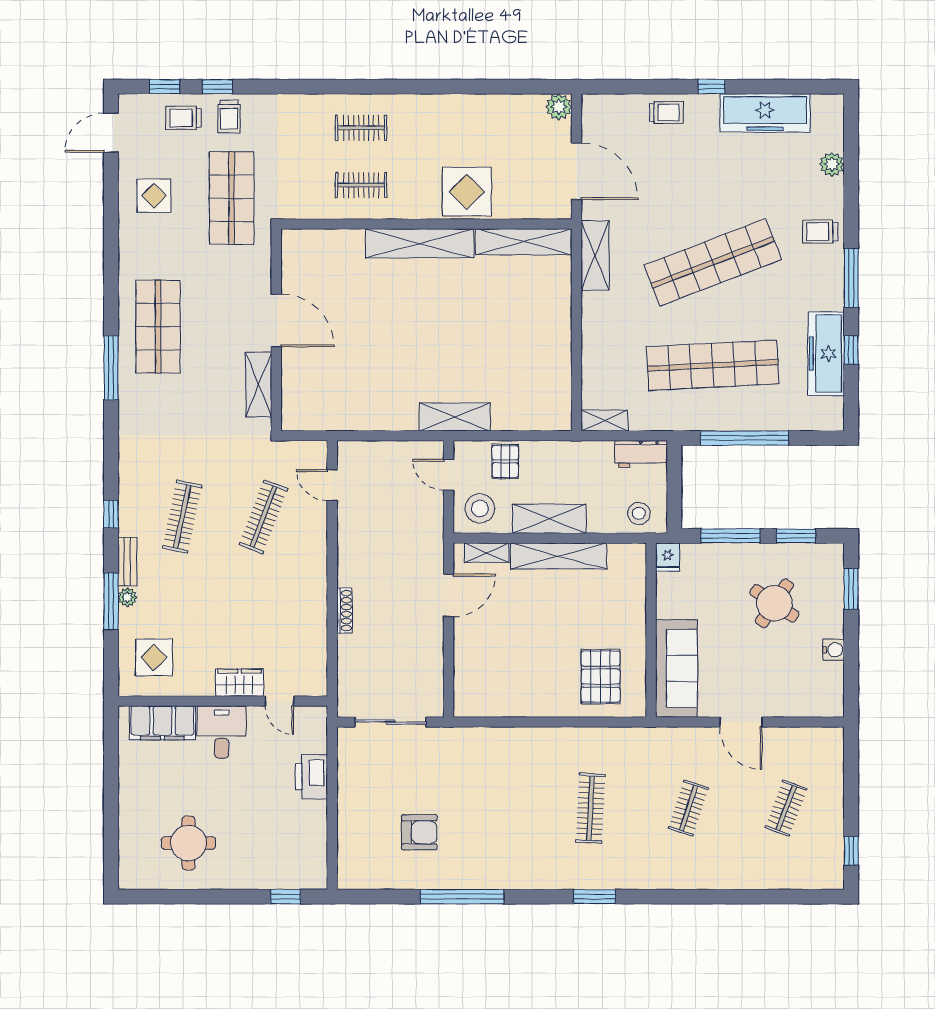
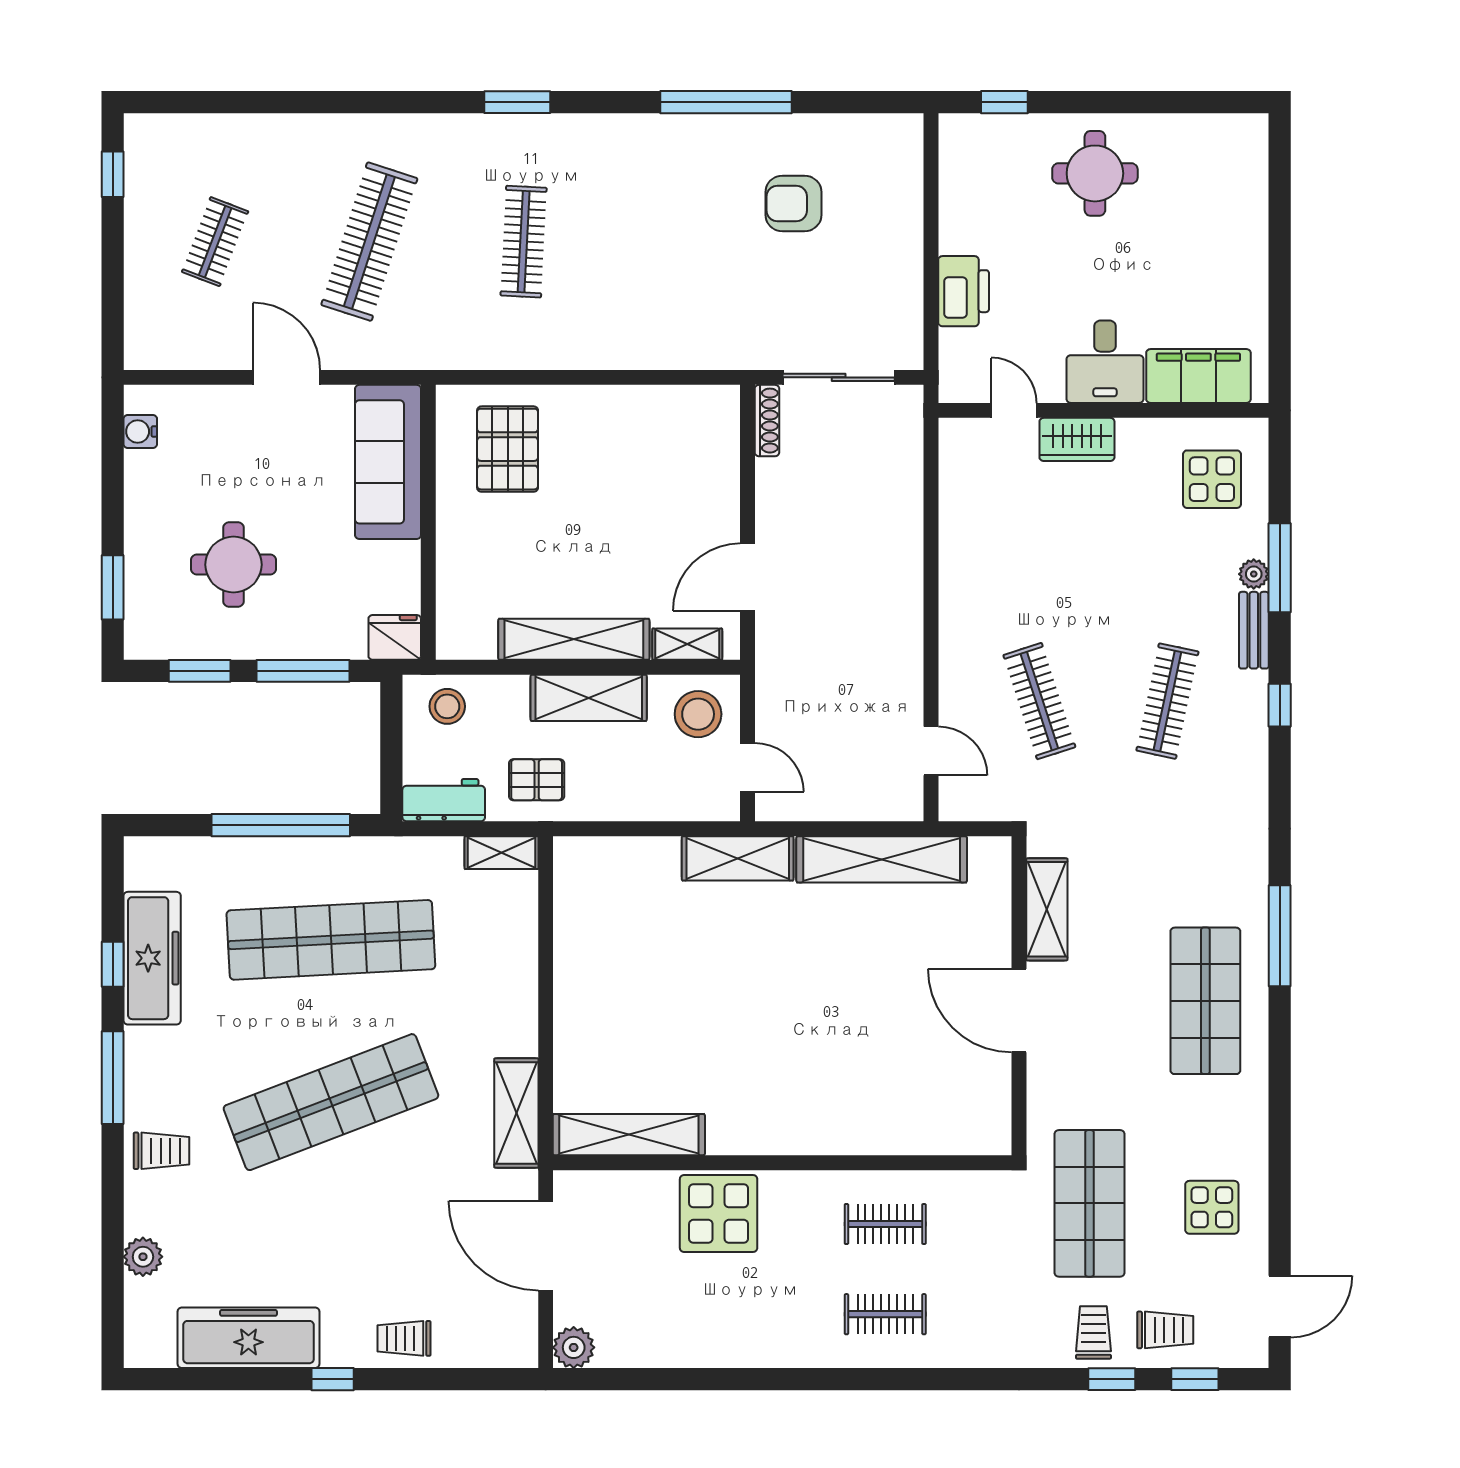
shelving: (420, 243) -> (882, 859), moved
pallet: (505, 461) -> (537, 780), moved, turned 90
clothes rail: (263, 517) -> (1039, 701), turned -39
fridge: (668, 557) -> (395, 637), width x1.38
round table: (774, 603) -> (233, 565), turned -34
shoe rack: (345, 611) -> (767, 421), moved, turned 180
water cooler: (834, 650) -> (140, 431), moved
clothes rail: (688, 808) -> (369, 242), width x1.86, depth x1.31
round table: (188, 843) -> (1095, 173), moved

